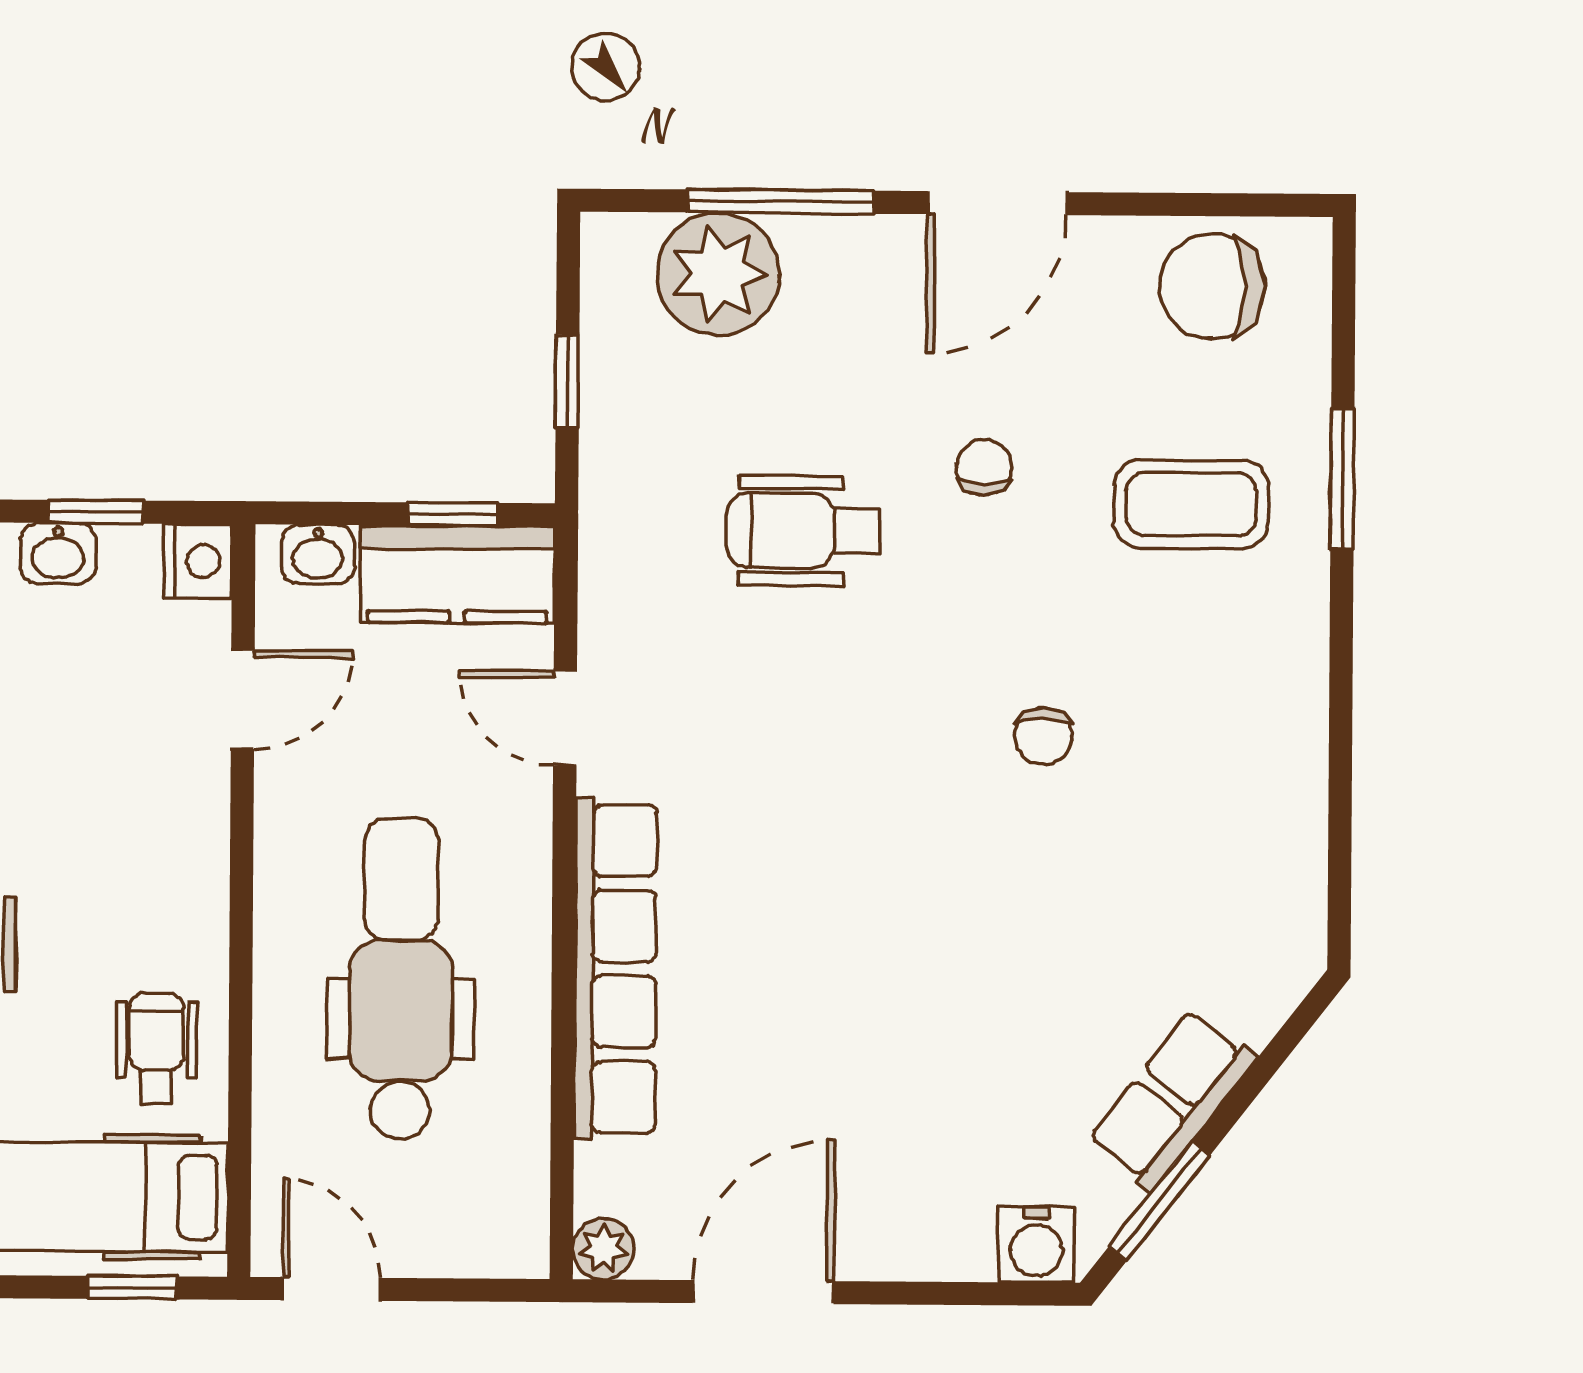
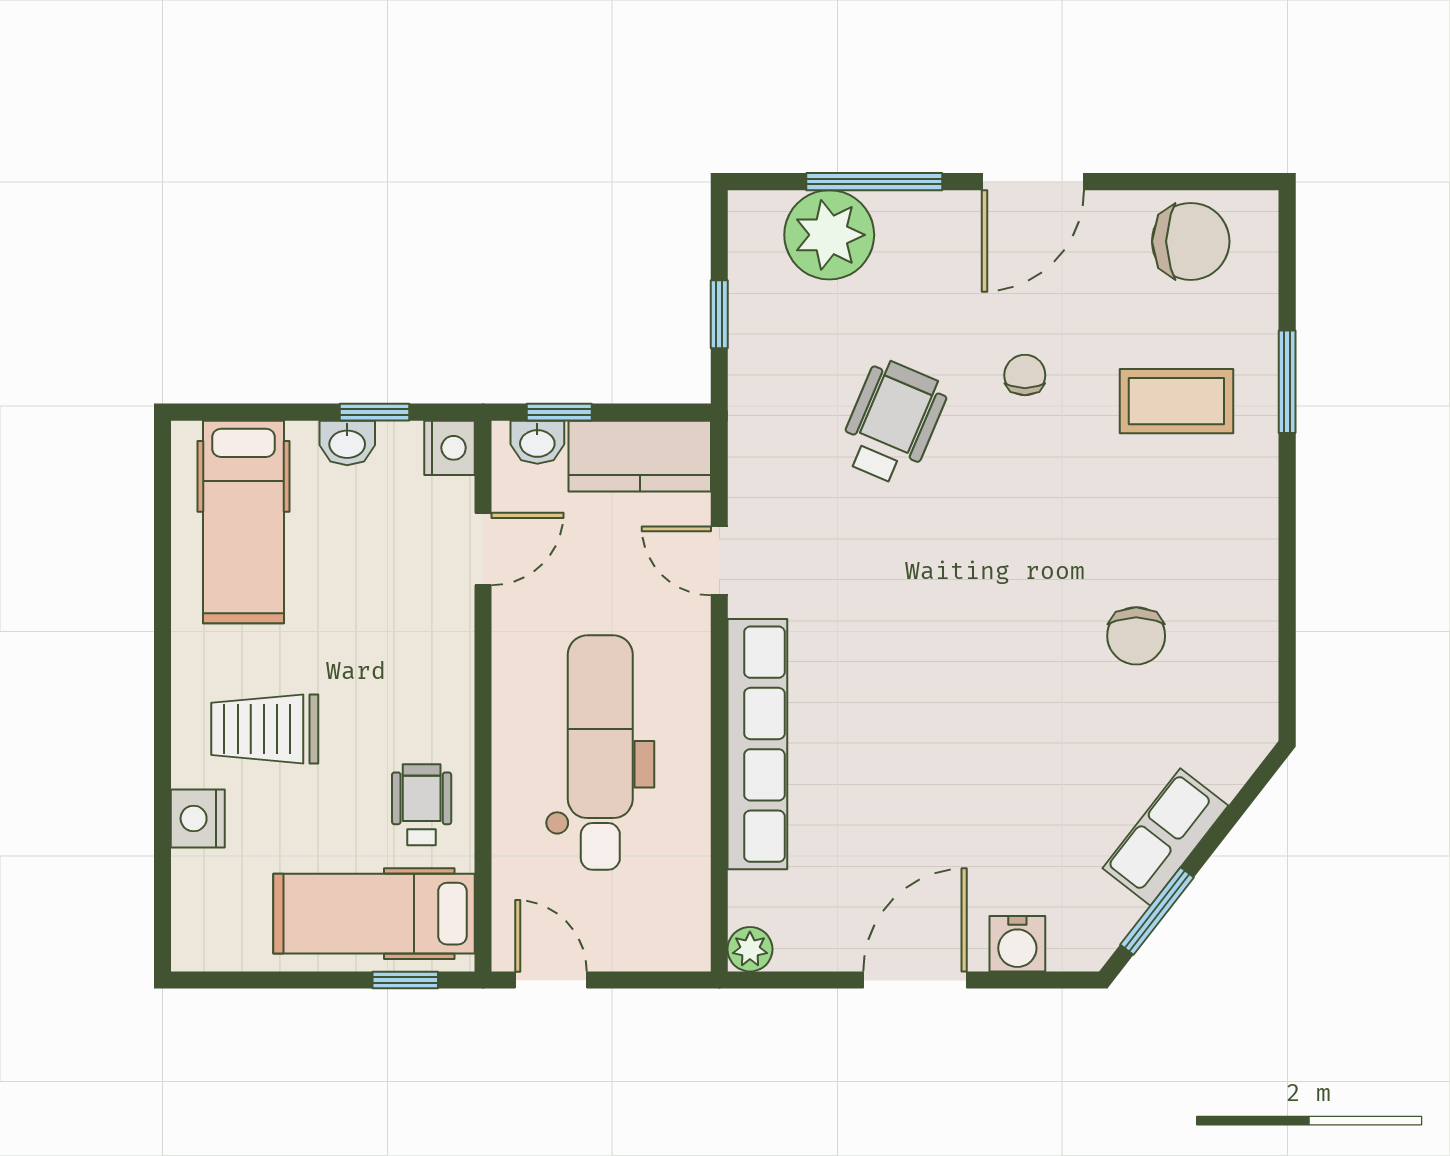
chair: (1212, 286) -> (1191, 241), turned 180
window: (453, 514) -> (559, 412), moved
wheelchair: (803, 531) -> (893, 422), turned 113
chair: (1043, 736) -> (1136, 636), moved, width x1.37, depth x1.37
water cooler: (1036, 1244) -> (1017, 944), moved
door: (763, 1292) -> (915, 980), moved

